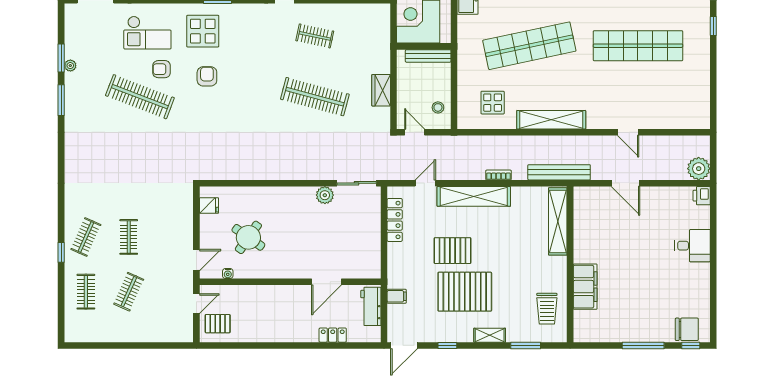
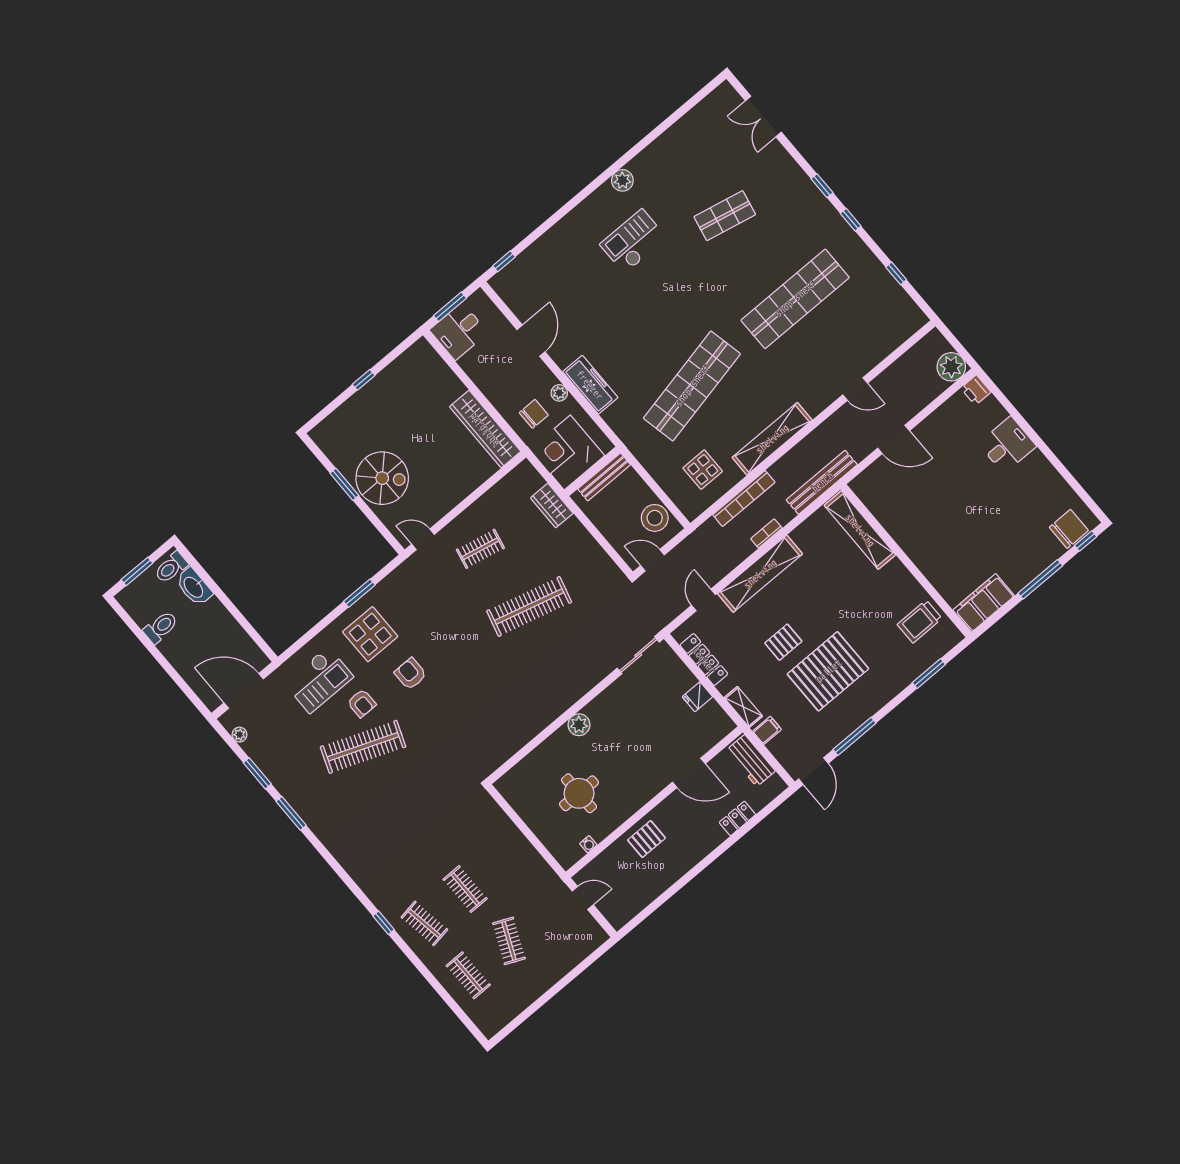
plant: (70, 66) -> (239, 735), moved
armchair: (162, 69) -> (362, 703), turned -90
window: (713, 83) -> (896, 273), added
wardrobe: (381, 90) -> (552, 506), moved
stool: (438, 107) -> (655, 518), width x1.89, depth x1.89
bookcase: (503, 142) -> (744, 498), added
plant: (325, 195) -> (579, 725), moved
fridge: (209, 206) -> (697, 697), moved, turned 180
clothes rail: (86, 237) -> (424, 923), turned -33
round table: (248, 237) -> (579, 793), turned -35
pallet: (452, 251) -> (783, 642), width x0.67, depth x0.71
window: (61, 252) -> (384, 923), moved
door: (196, 260) -> (548, 857), removed
door: (326, 282) -> (689, 773), hinge flipped
filing cabinet: (585, 287) -> (984, 603), moved, turned -90
door: (196, 304) -> (583, 898), hinge flipped
trolley: (547, 309) -> (920, 622), turned 90
pallet: (218, 324) -> (647, 839), moved
shelving: (490, 335) -> (743, 707), moved, turned 90
window: (447, 345) -> (855, 736), width x2.17

